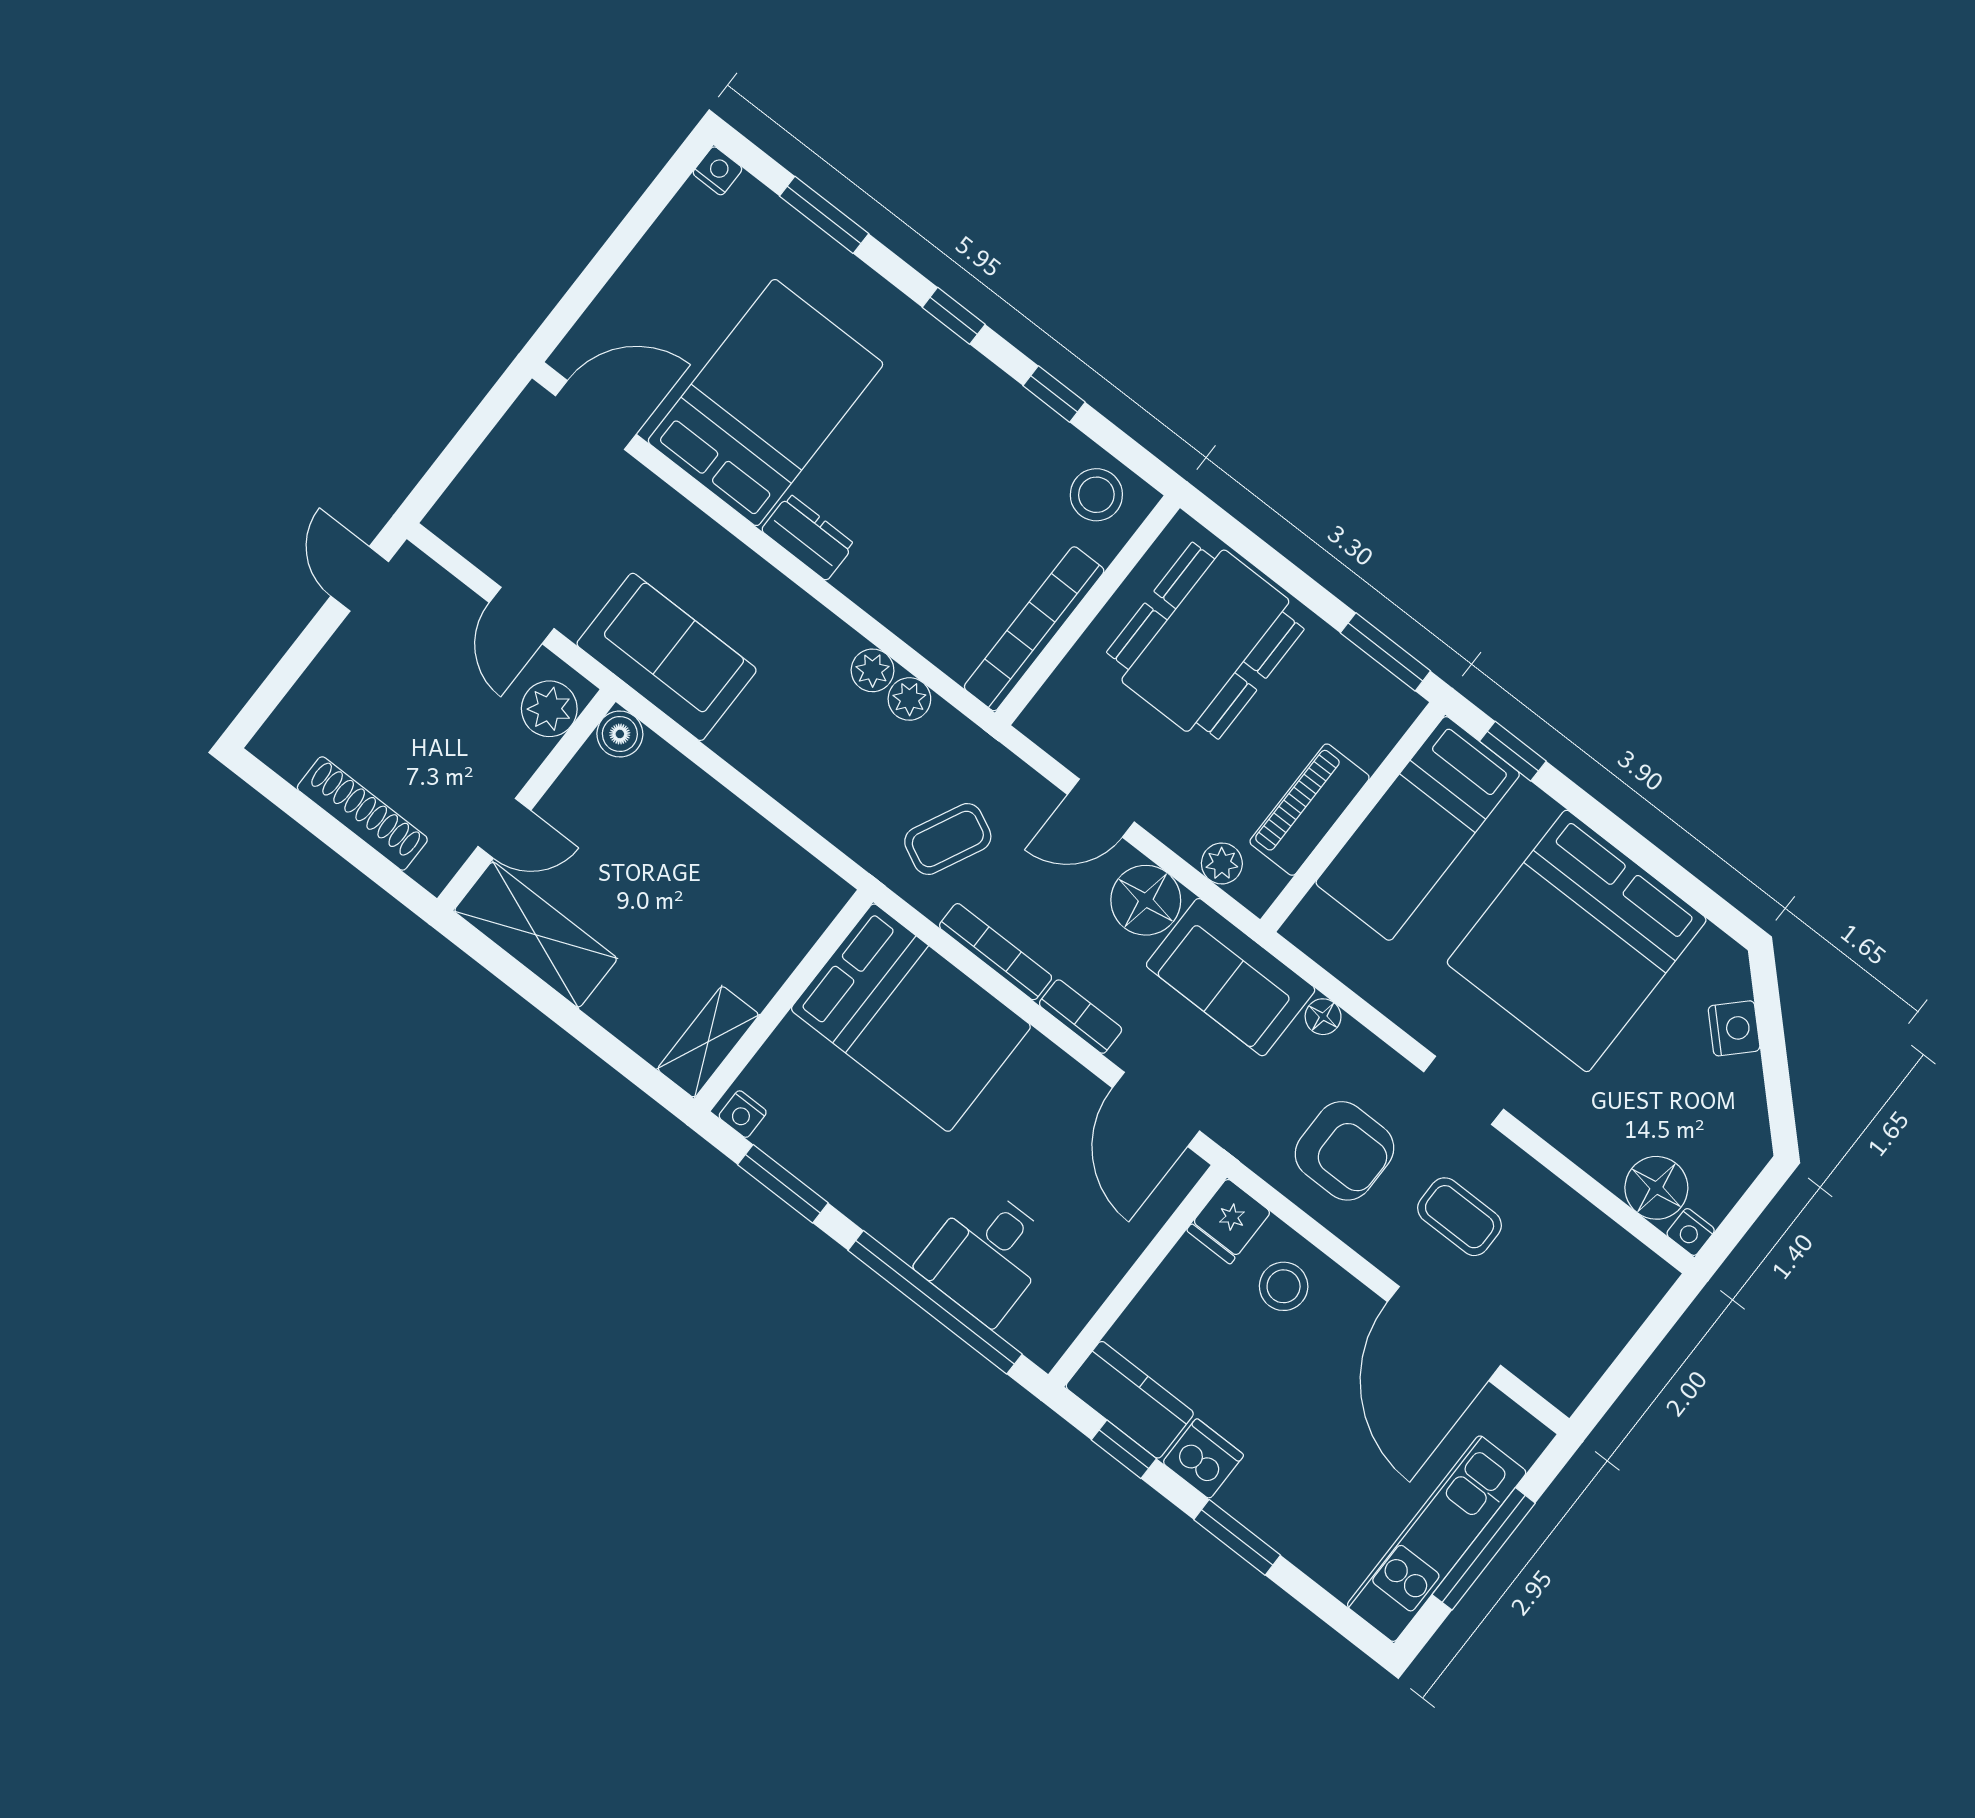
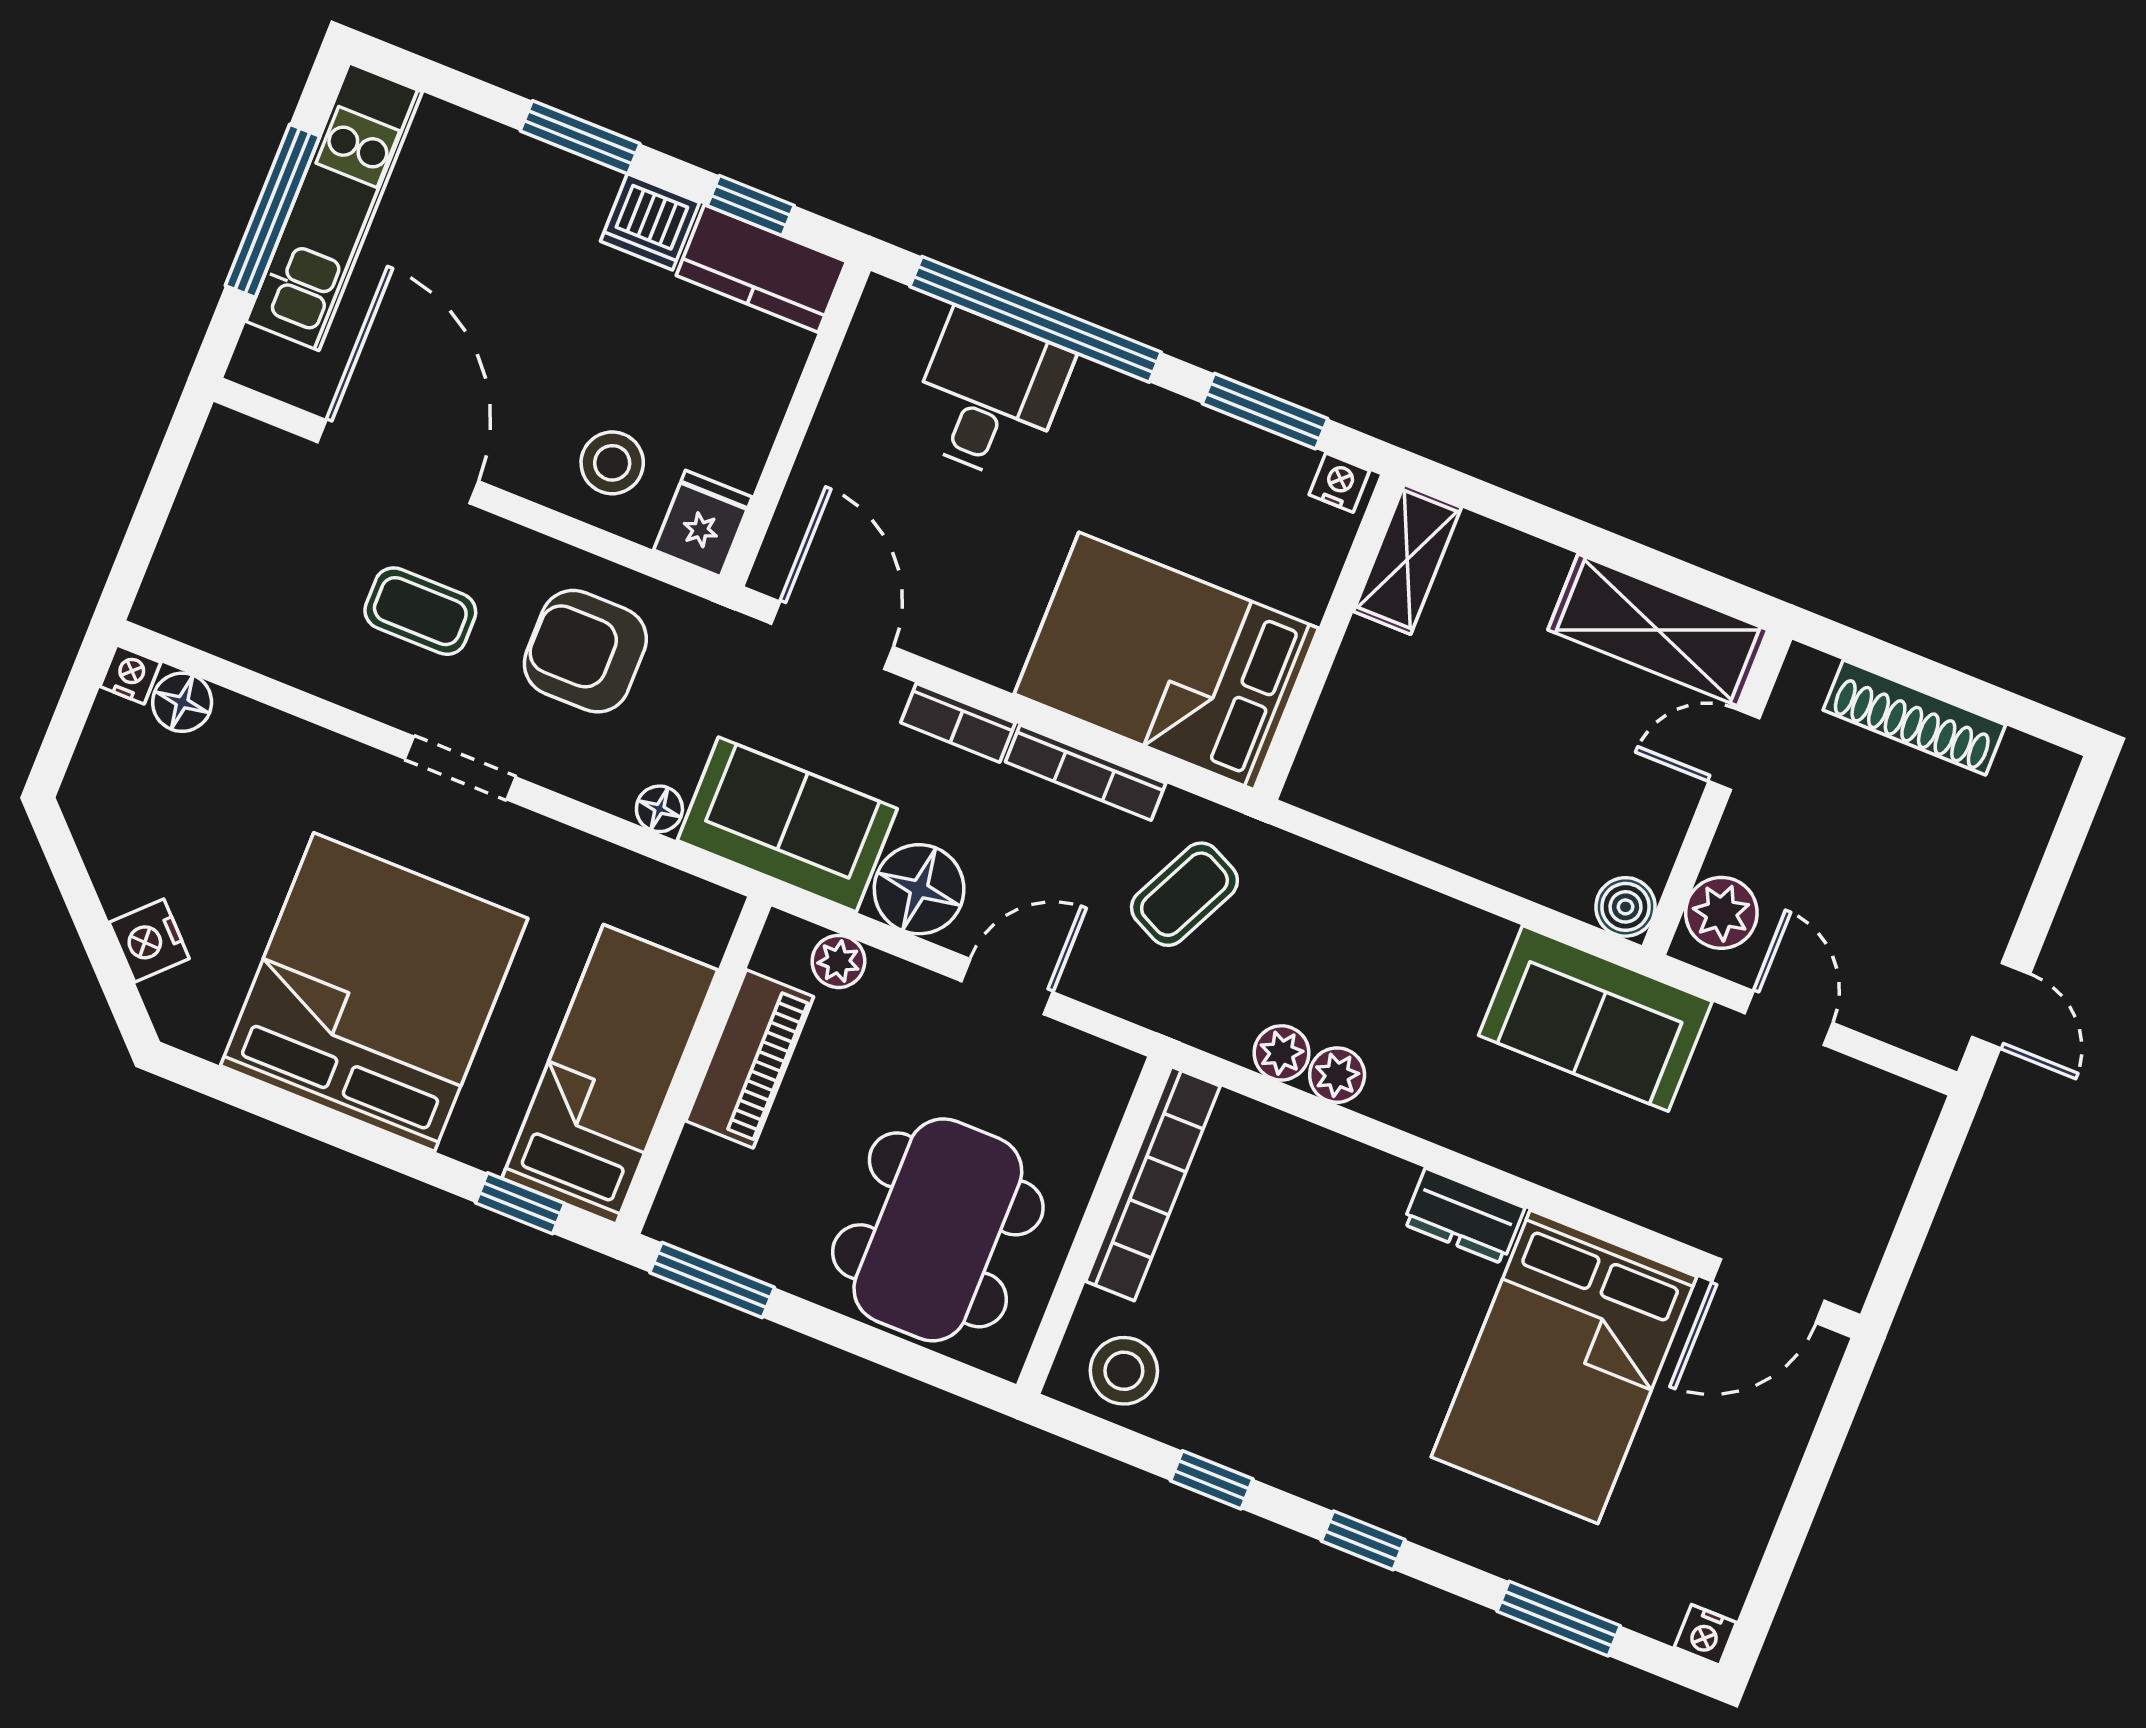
floor lamp: (1656, 1188) -> (182, 702), width x0.73, depth x0.73

